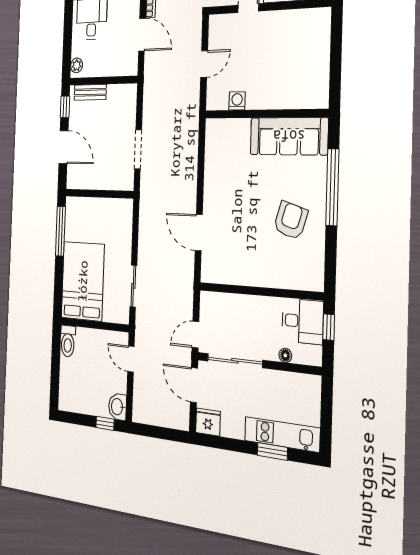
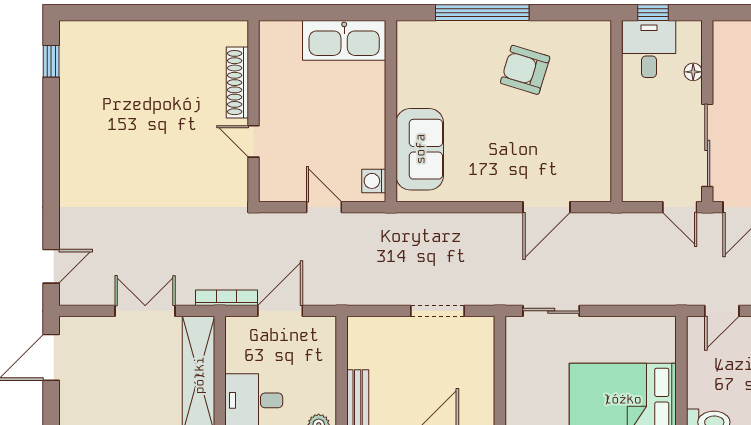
kitchen sink: (315, 76) -> (344, 40), added
washing machine: (237, 101) -> (374, 181), moved
sofa: (289, 136) -> (420, 149), moved, width x0.73
sliding door: (133, 286) -> (551, 311), moved

